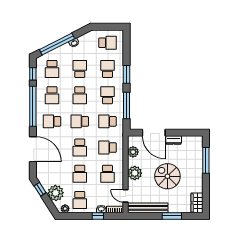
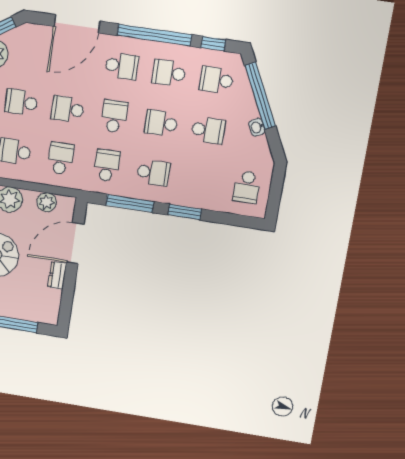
school desk: (107, 69) -> (200, 180), removed
school desk: (52, 121) -> (122, 66), turned 90

